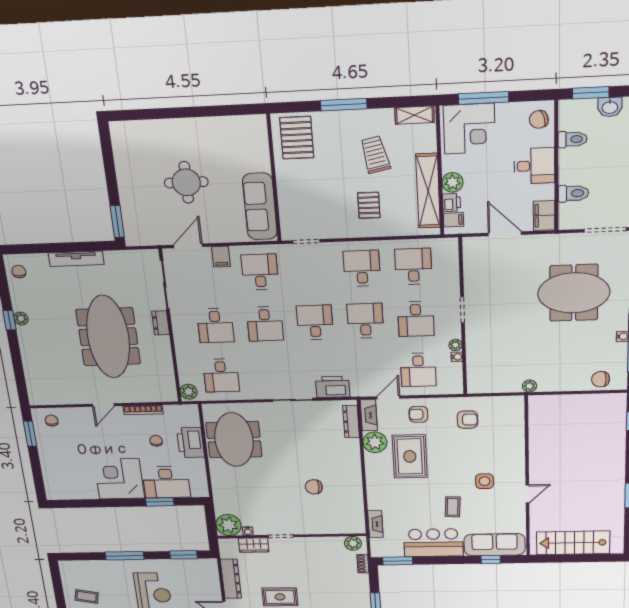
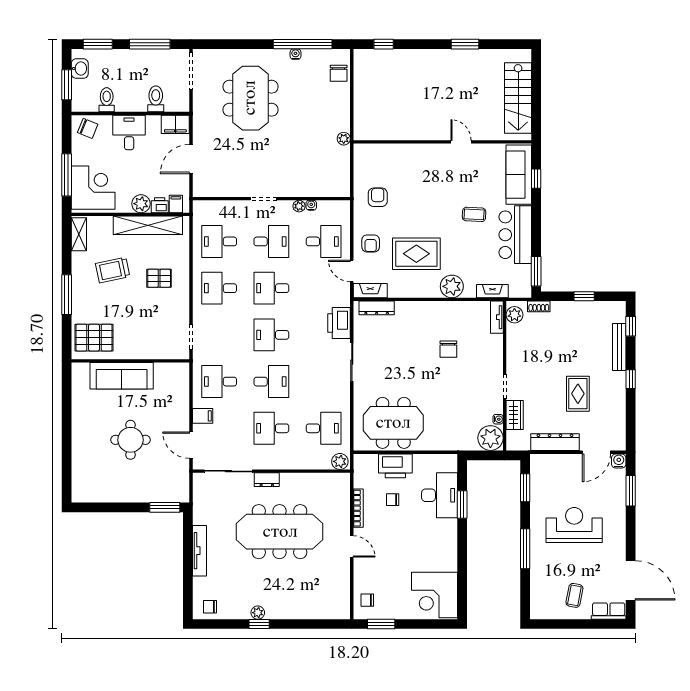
chair: (539, 119) -> (88, 128), turned -53
sofa: (260, 207) -> (122, 376), moved
desk: (215, 326) -> (271, 428), turned 180
plant: (375, 442) -> (452, 286), moved
corner desk: (119, 479) -> (435, 595), moved
side table: (485, 481) -> (446, 183), removed
tv unit: (349, 528) -> (497, 317), added

